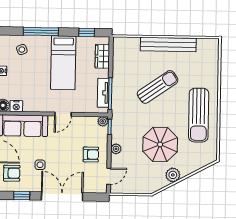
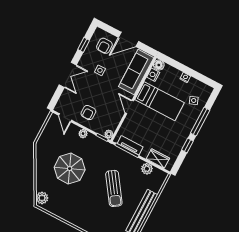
window: (87, 32) -> (187, 146), moved
bed: (63, 63) -> (160, 101), moved, turned 180
plant: (119, 63) -> (147, 169), added
sun lounger: (199, 115) -> (77, 209), removed
plant: (173, 175) -> (42, 198), moved
double door: (62, 196) -> (68, 75), width x0.73

